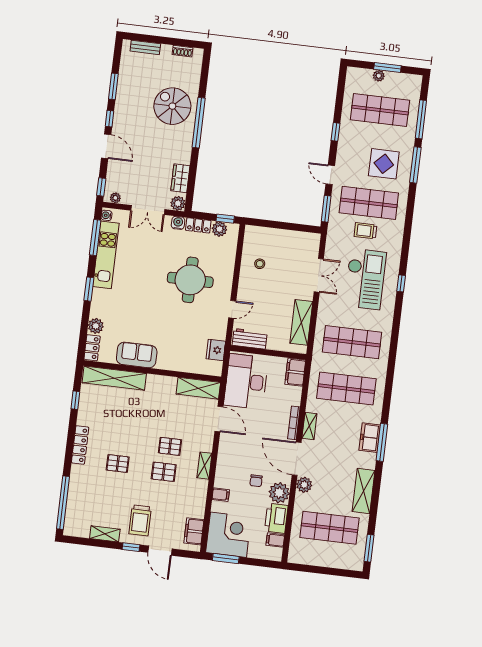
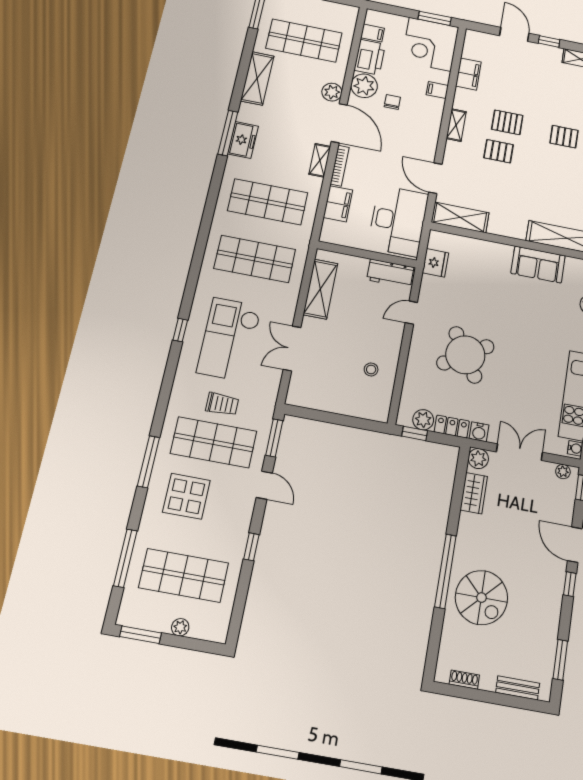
window: (387, 68) -> (141, 635), moved
window: (113, 86) -> (560, 660), moved
window: (415, 165) -> (149, 462), moved
round table: (190, 280) -> (465, 355), turned -32
filing cabinet: (295, 372) -> (338, 204), moved
trolley: (140, 520) -> (538, 70), removed
filing cabinet: (194, 531) -> (468, 74), moved

